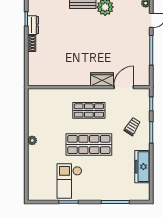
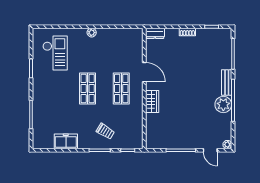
dresser: (33, 25) -> (155, 33), moved
door: (124, 87) -> (144, 72), moved
shop shelf: (89, 145) -> (88, 88), width x0.70, depth x0.74
freezer: (142, 167) -> (66, 141), width x0.71
checkout: (69, 181) -> (55, 53), moved, turned 90

